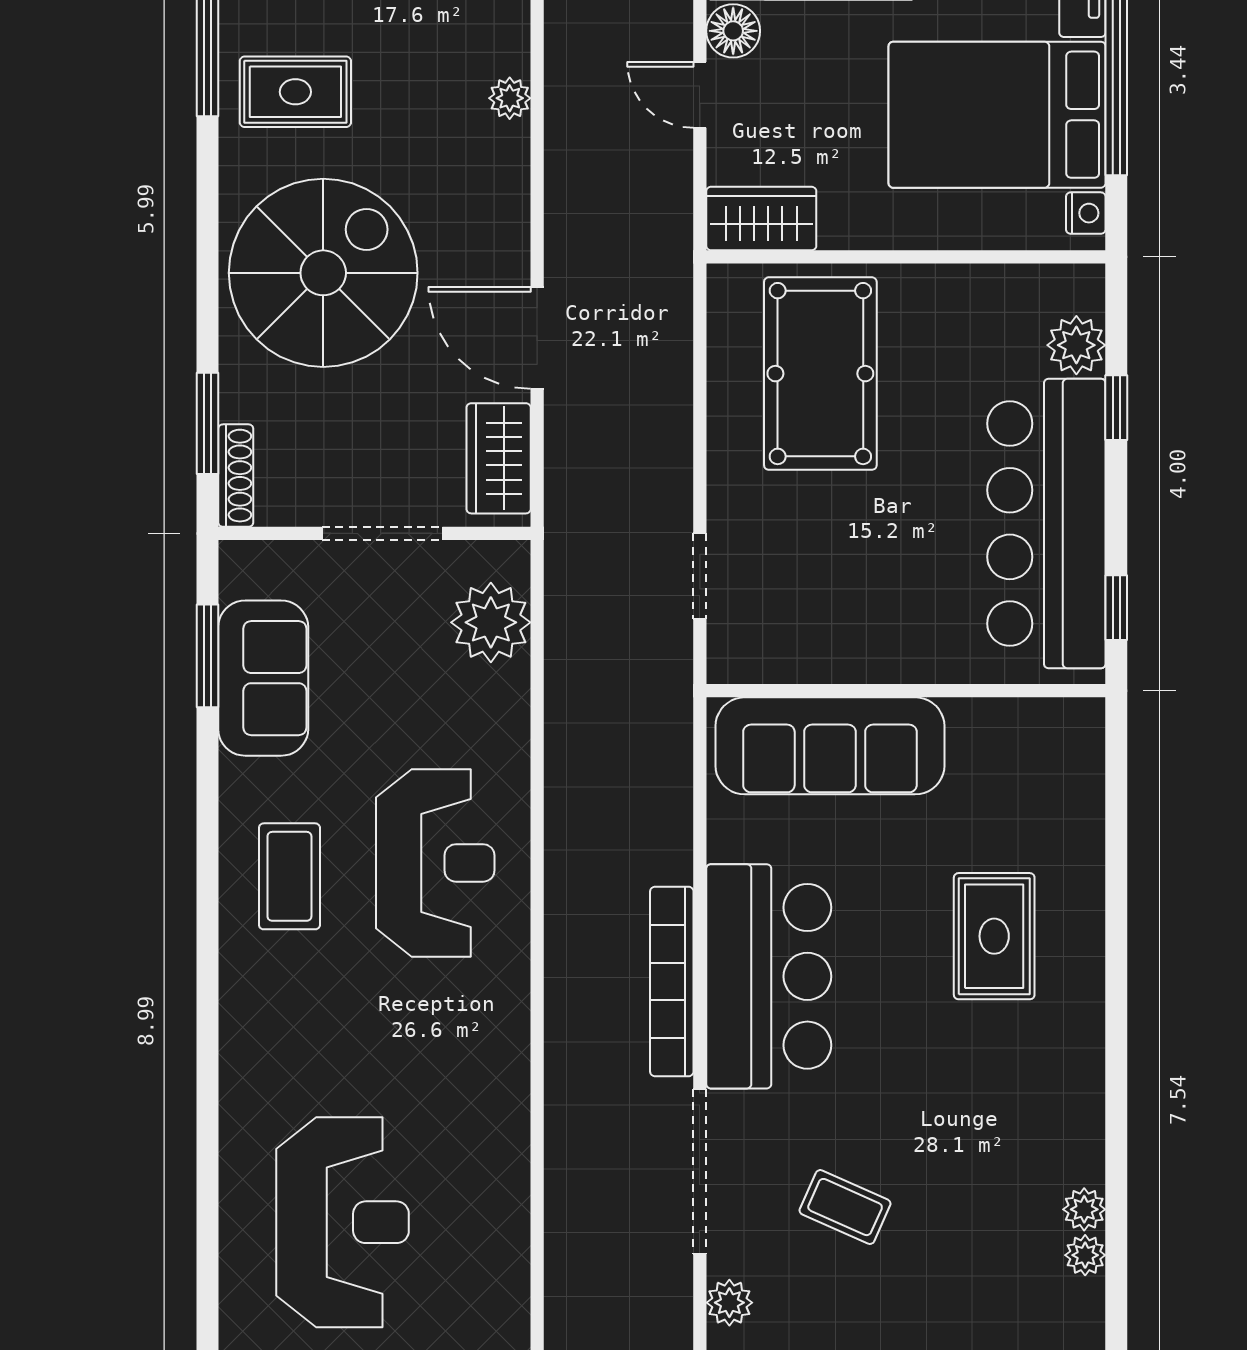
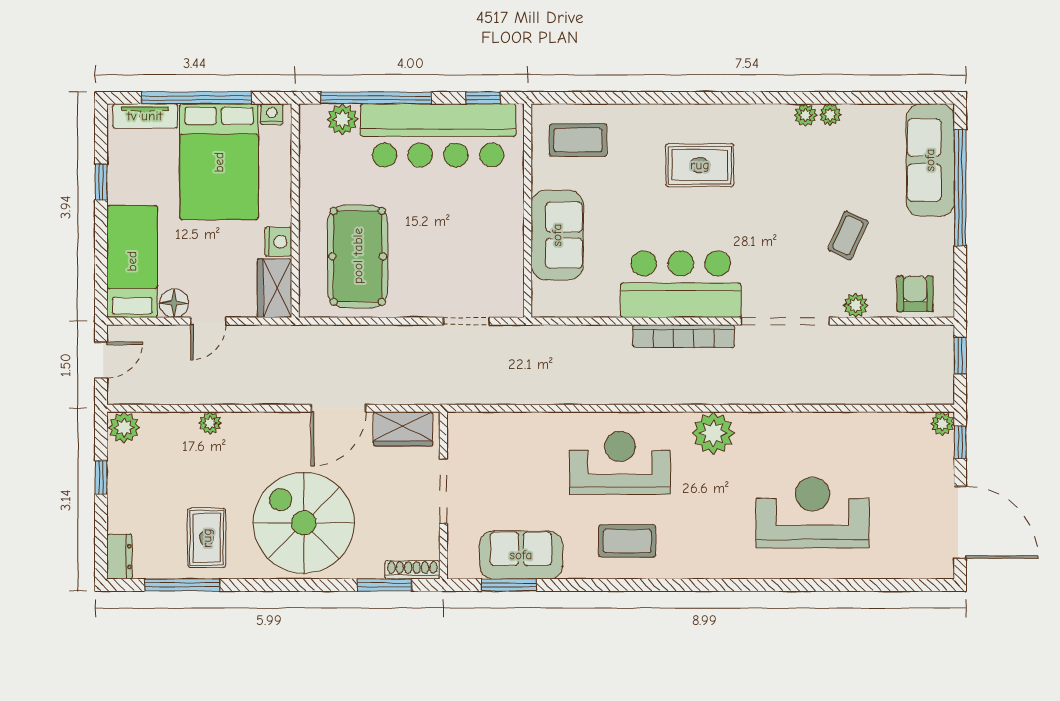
nightstand: (848, 225) -> (278, 242), added
pool table: (820, 374) -> (358, 256), turned 90
window: (1116, 408) -> (376, 98), width x3.17
plant: (491, 622) -> (713, 433), moved
sofa: (830, 746) -> (557, 235), width x0.73
coffee table: (1038, 785) -> (578, 140), added
rug: (994, 936) -> (700, 165), moved
coffee table: (845, 1207) -> (848, 235), moved

